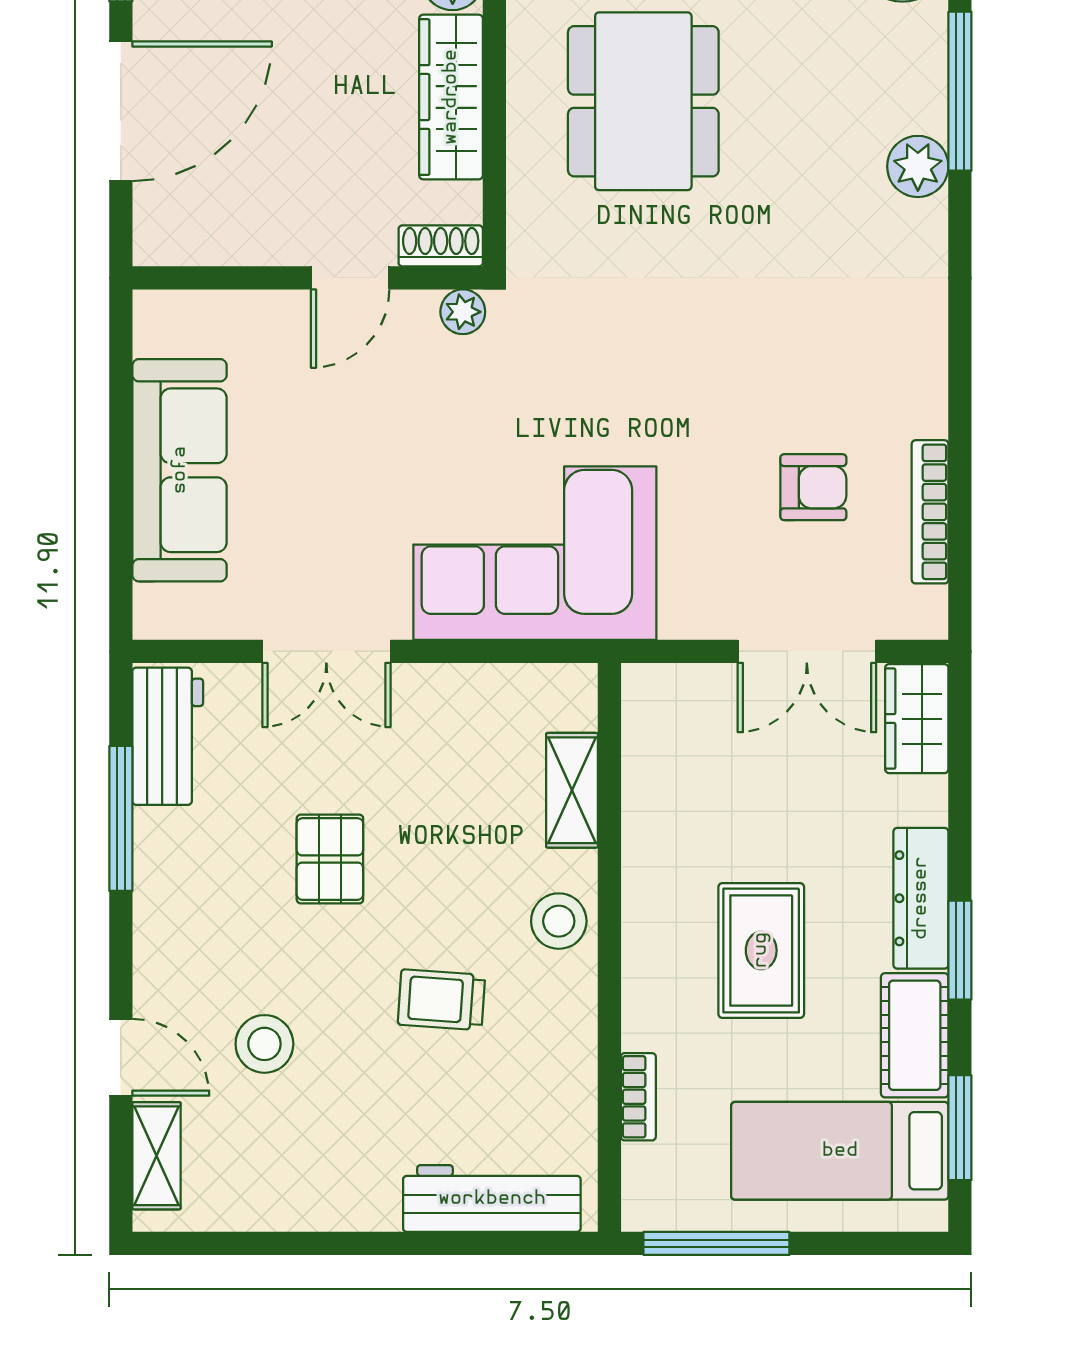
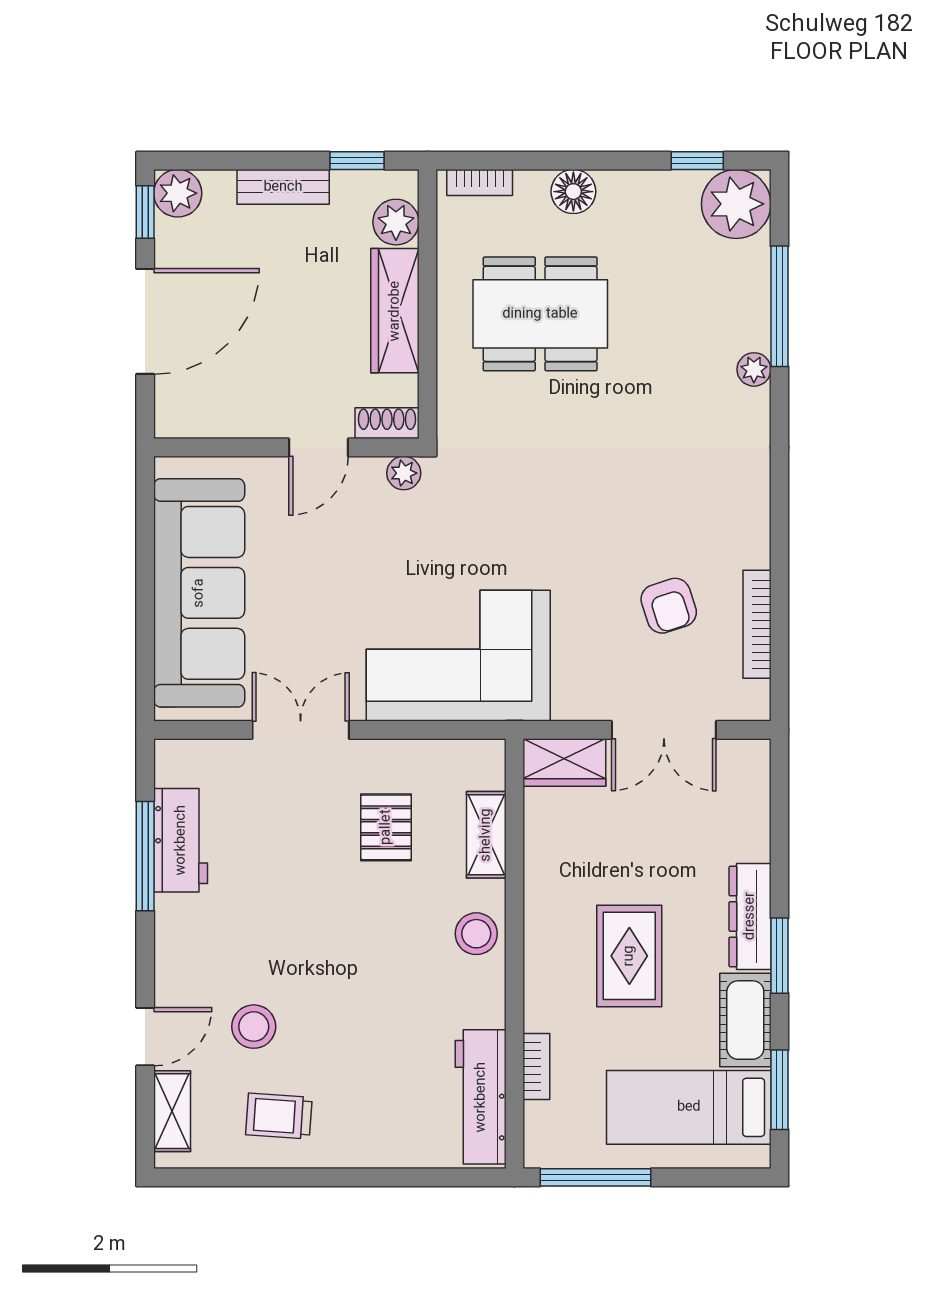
dining table: (643, 101) -> (540, 314), turned 90
plant: (918, 166) -> (754, 369), width x0.73, depth x0.73
sofa: (180, 470) -> (199, 593), width x1.36, depth x1.27
armchair: (813, 487) -> (669, 606), turned 72
double door: (326, 651) -> (301, 730), swing flipped
wardrobe: (917, 719) -> (564, 762), moved, turned -90
workbench: (168, 736) -> (181, 840), moved
pallet: (330, 859) -> (386, 827), moved
trolley: (441, 1000) -> (279, 1116), moved
door: (121, 1057) -> (145, 1037), hinge flipped
workbench: (492, 1199) -> (481, 1097), moved, turned -90

